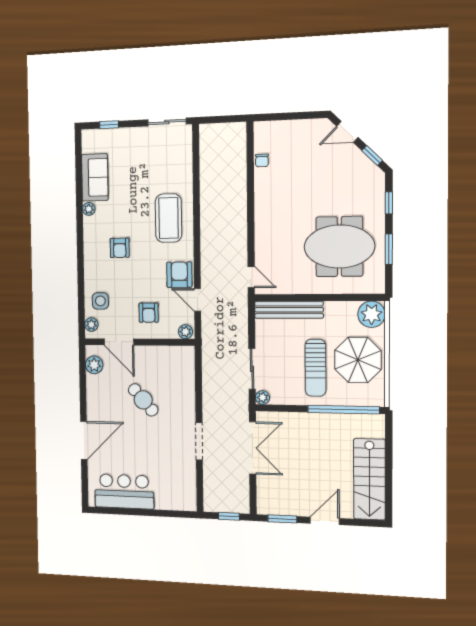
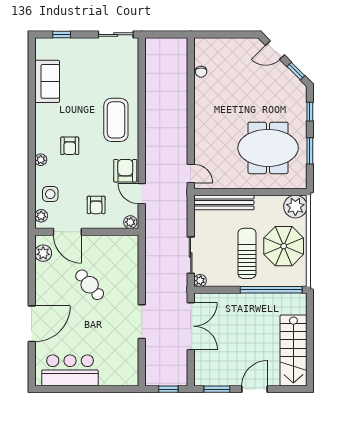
plant: (89, 209) -> (41, 160), moved
sun lounger: (315, 368) -> (247, 253), turned 180

